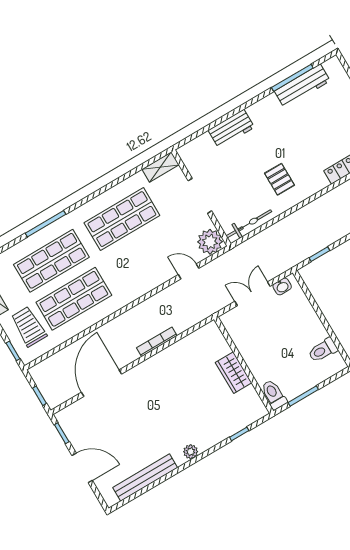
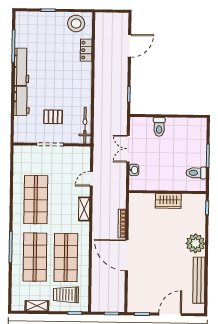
workbench: (302, 86) -> (22, 67), moved
shelving: (161, 167) -> (84, 209), moved
pallet: (280, 179) -> (53, 117), moved
plant: (210, 242) -> (81, 155), removed
washbasin: (282, 286) -> (134, 170), moved
toilet: (323, 350) -> (159, 127), moved
wall: (244, 365) -> (167, 192), moved
wardrobe: (234, 373) -> (168, 201), moved
door: (101, 383) -> (127, 255), moved
plant: (191, 452) -> (196, 243), width x1.87, depth x1.87

